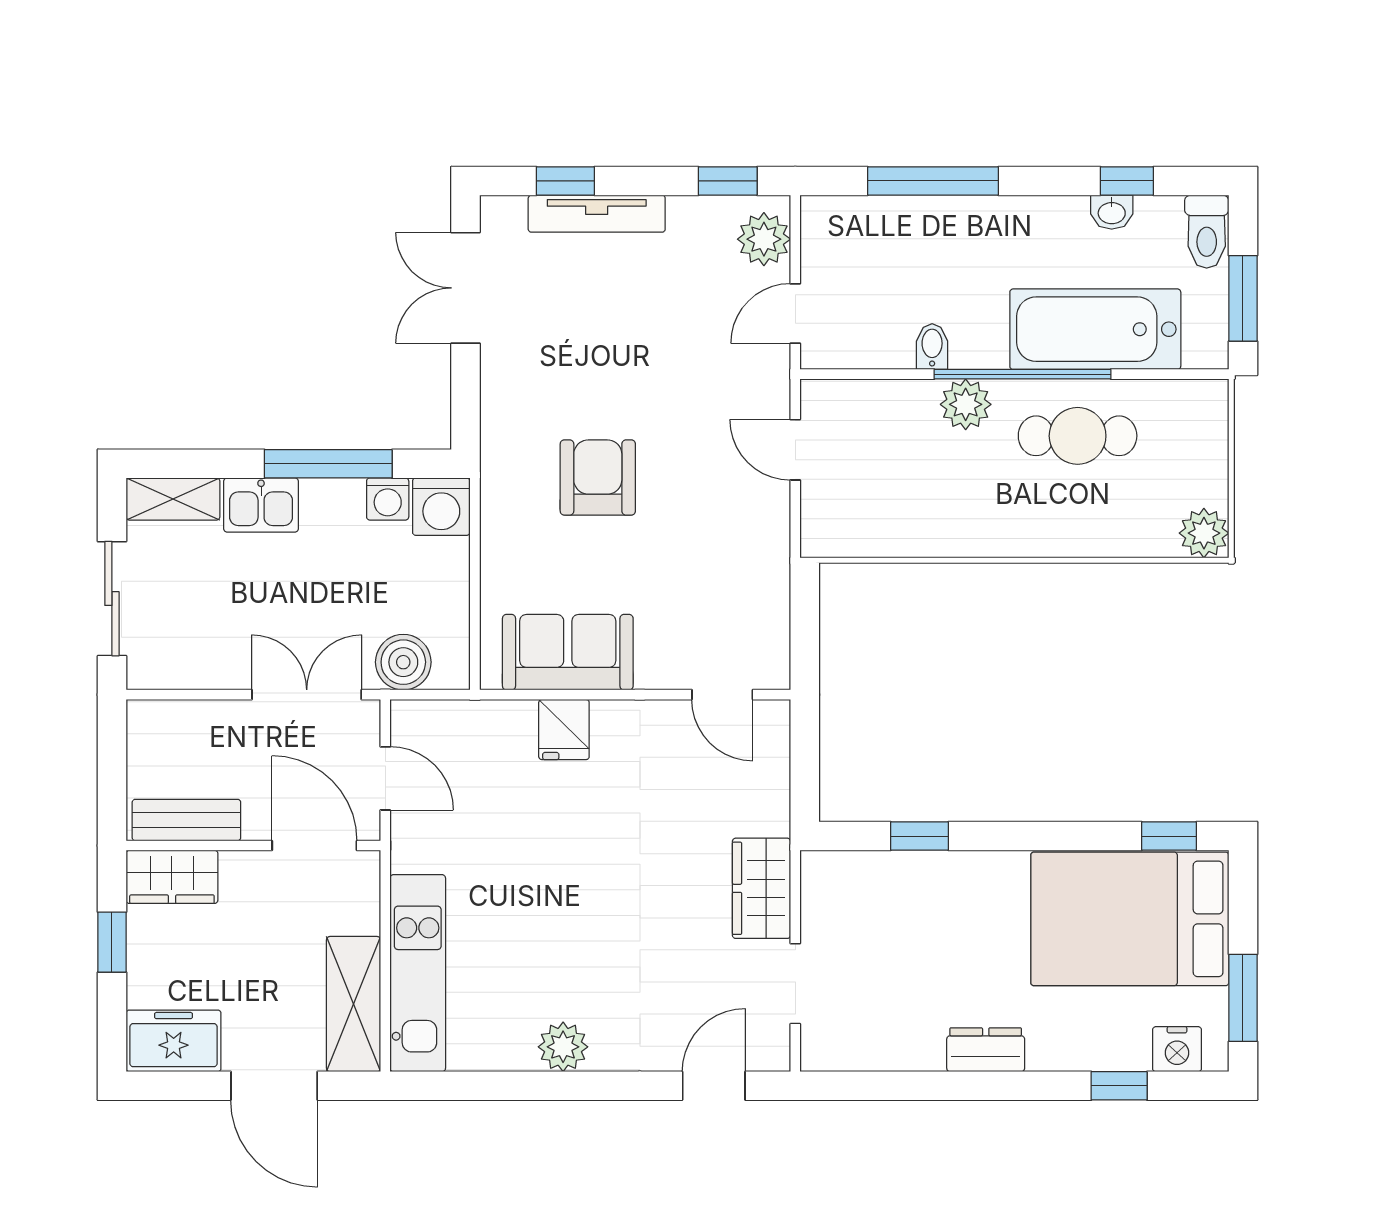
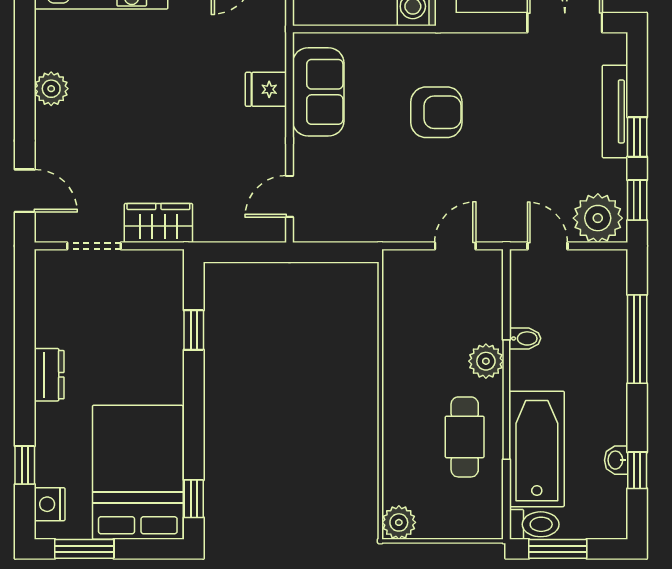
window: (565, 181) -> (637, 137), moved
toilet: (1207, 232) -> (534, 524), moved, turned 180
plant: (764, 239) -> (598, 218), width x1.36, depth x1.36

